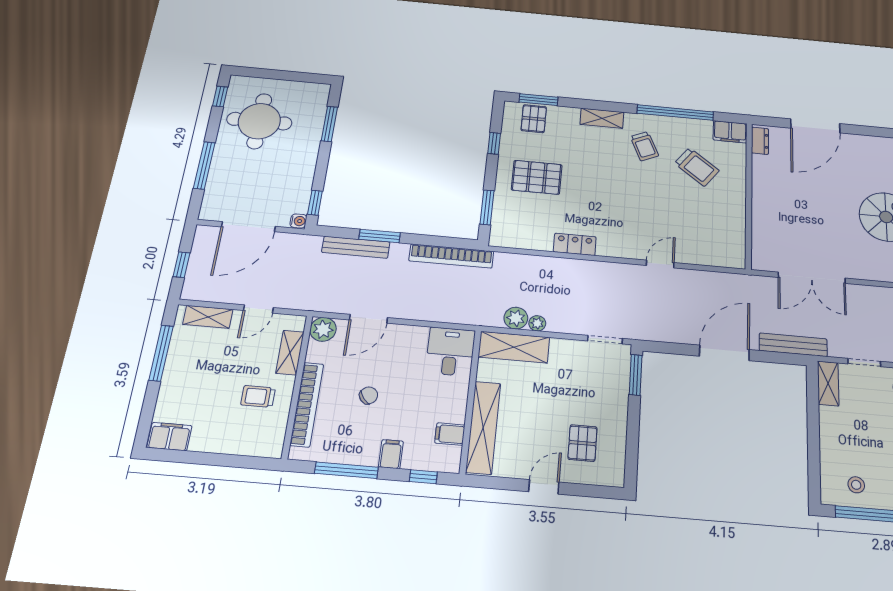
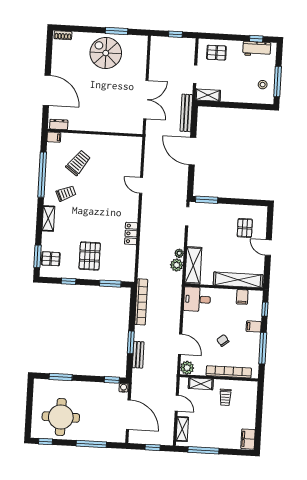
filing cabinet: (730, 132) -> (54, 137), width x0.50
bench: (356, 247) -> (138, 355), width x0.73
pallet: (582, 443) -> (245, 228), turned 90

